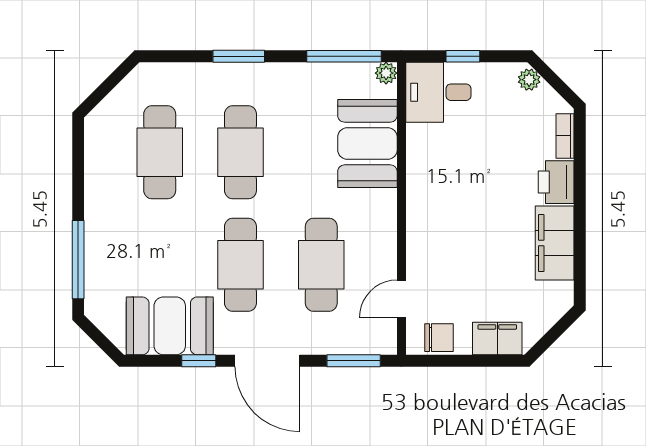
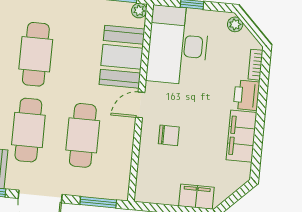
desk: (438, 92) -> (178, 45), width x1.87, depth x1.30
door: (401, 299) -> (140, 105), moved
chair: (439, 338) -> (169, 135), moved

